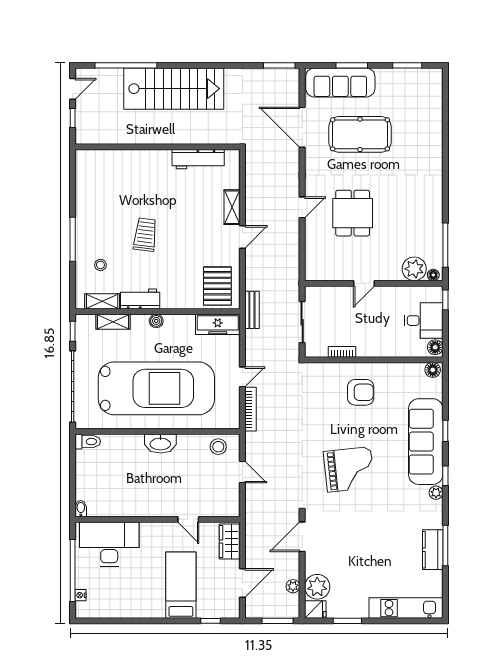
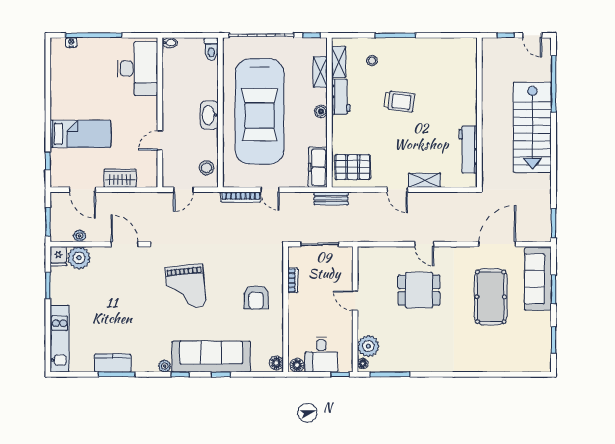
bidet: (81, 509) -> (170, 43), moved
wall: (157, 519) -> (160, 113), moved
door: (188, 519) -> (160, 141), moved
desk: (109, 544) -> (137, 69), moved

